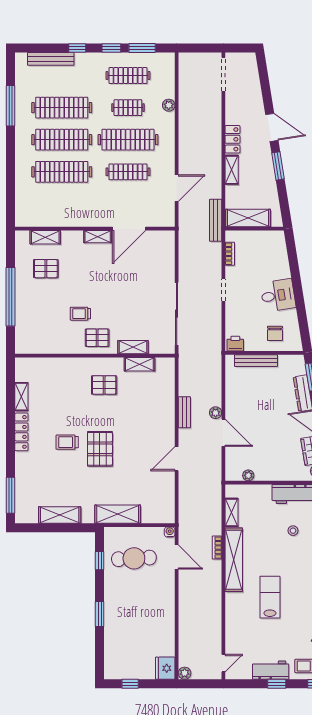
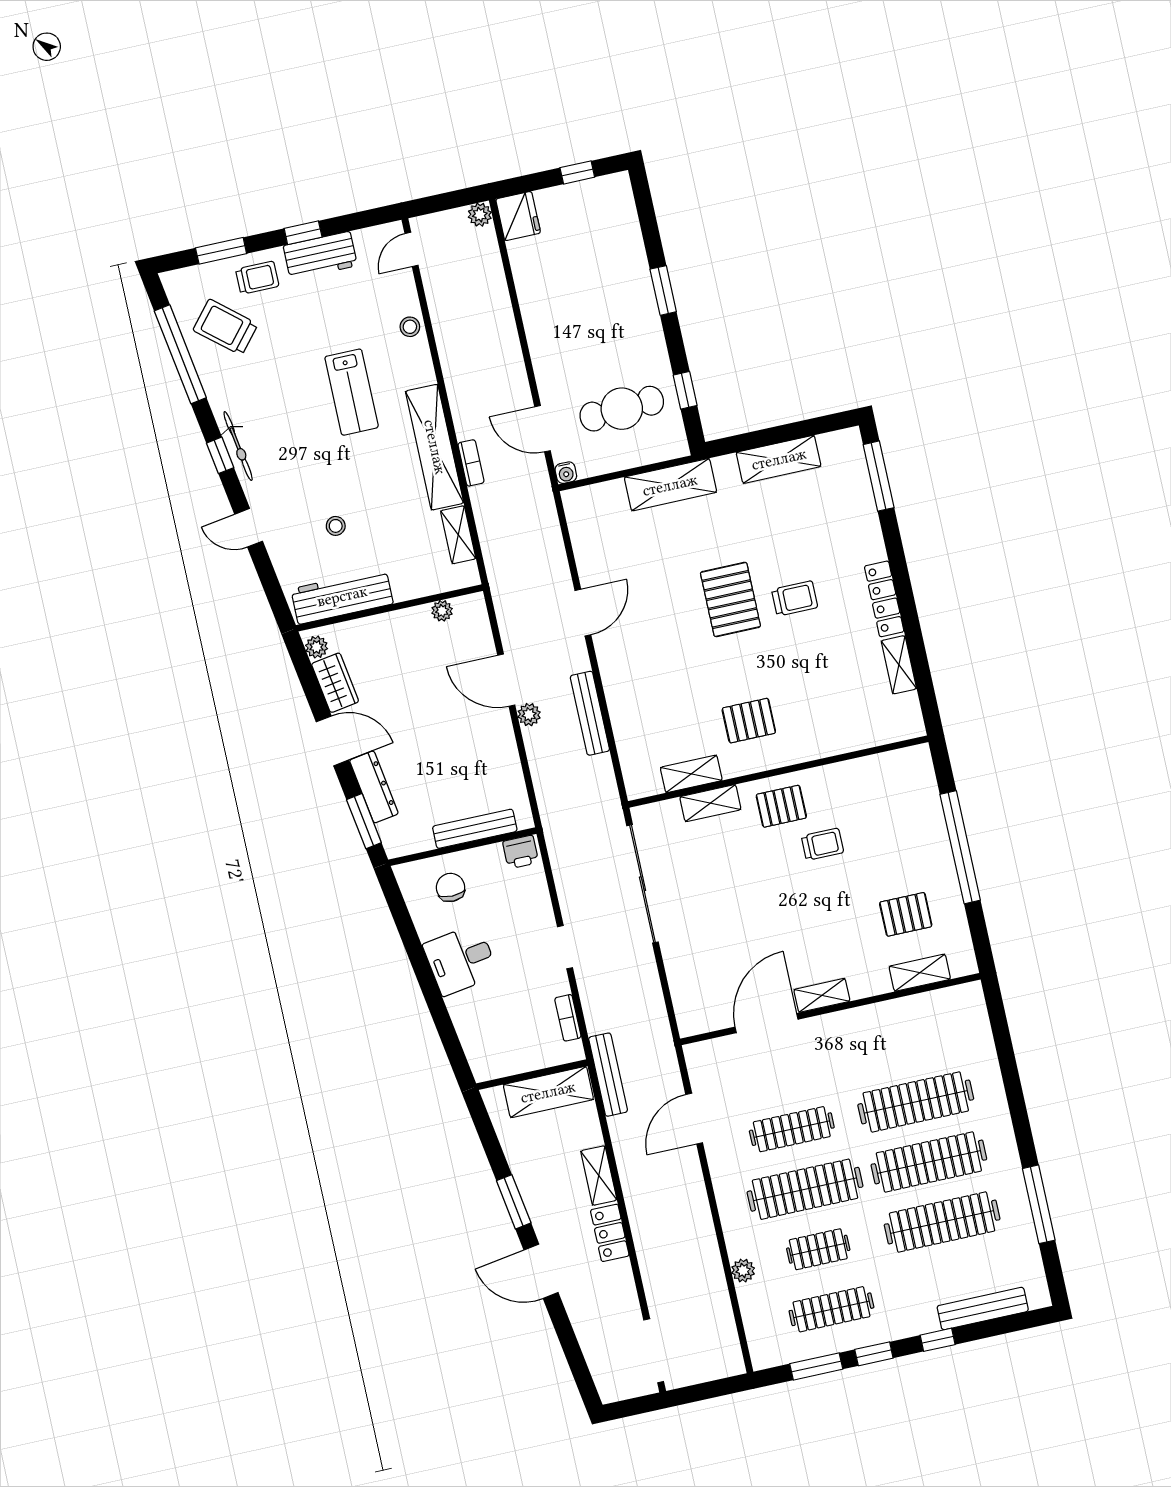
bench: (184, 412) -> (590, 713), width x1.36
stool: (233, 624) -> (410, 327), added

